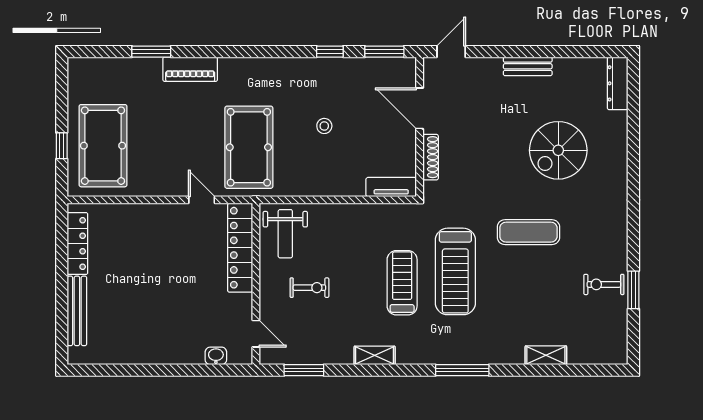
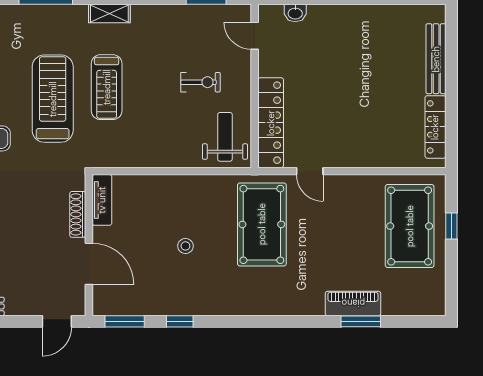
piano: (190, 69) -> (353, 303), moved
tv unit: (391, 187) -> (102, 200), moved, turned -90
exercise bike: (309, 288) -> (200, 82), turned 180
shelving: (375, 355) -> (109, 14), moved

